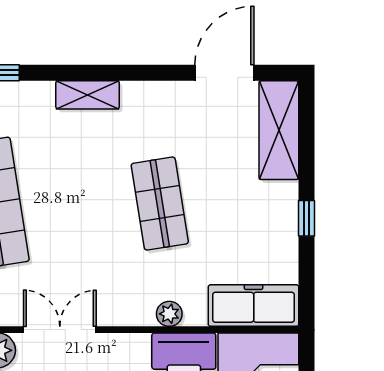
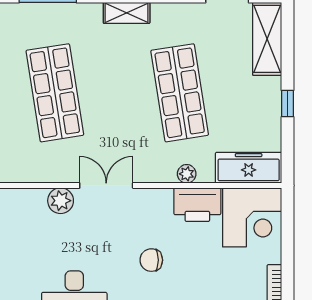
shop shelf: (160, 204) -> (180, 93), width x1.43, depth x1.36

